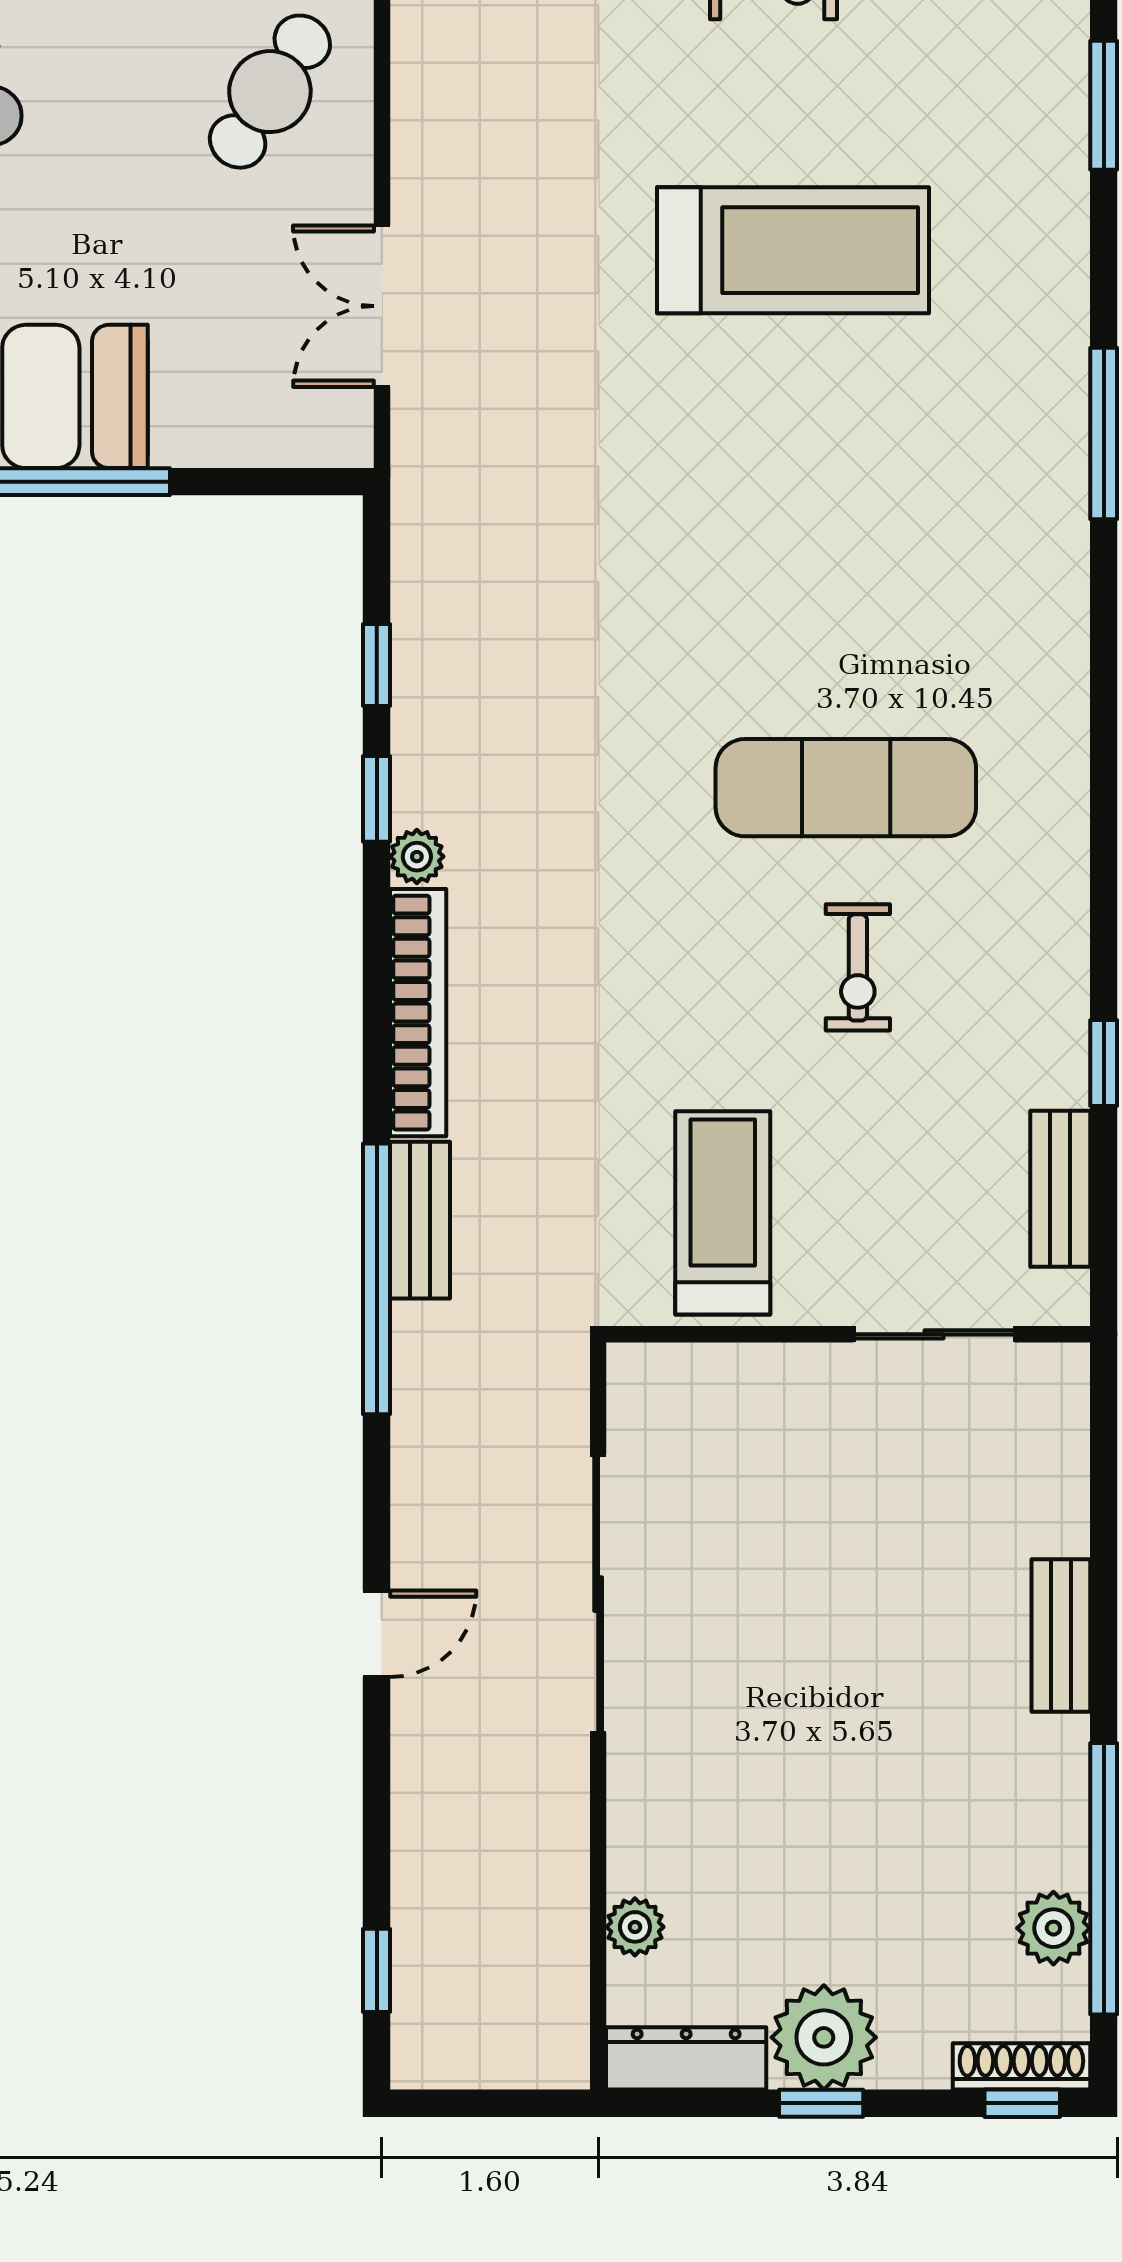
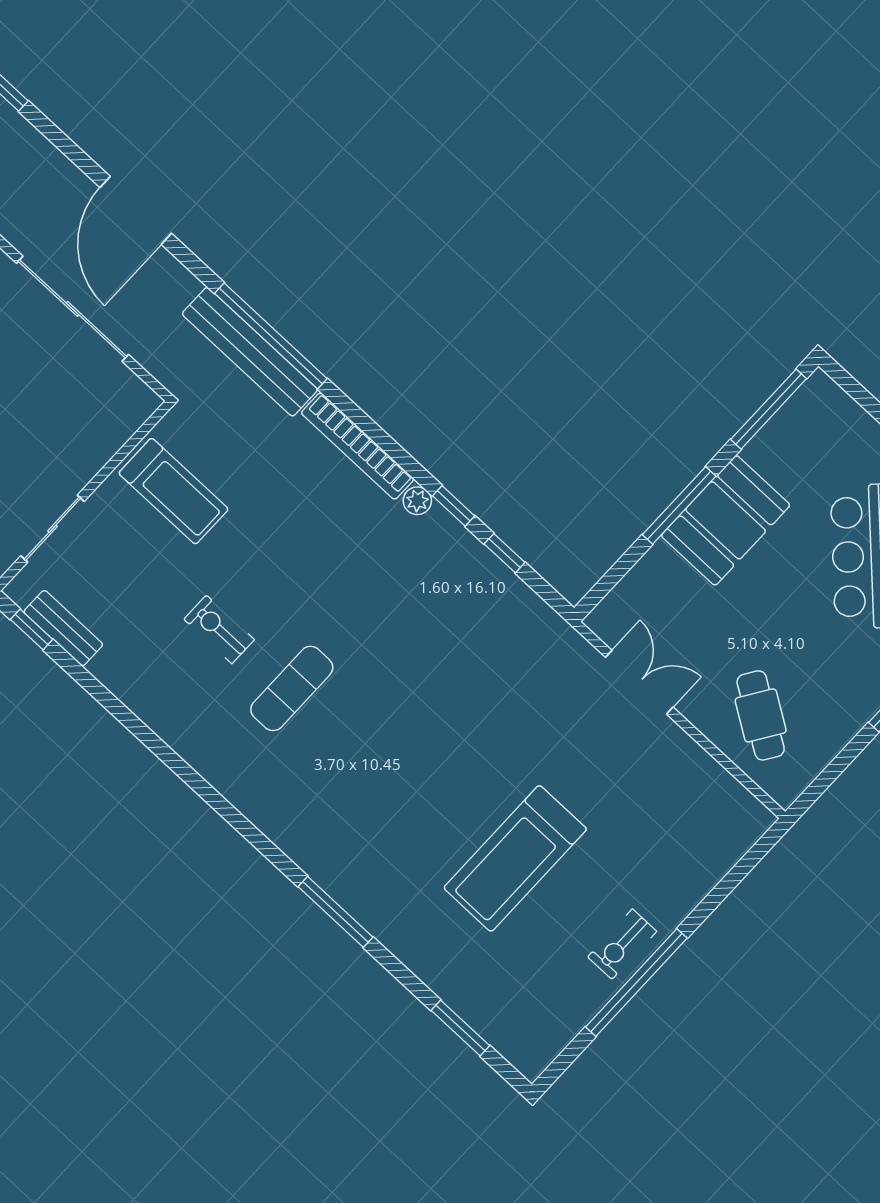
exercise mat: (846, 788) -> (292, 688), width x0.73, depth x0.69
window: (1104, 1063) -> (32, 629), moved
bench: (420, 1220) -> (250, 352), width x1.86, depth x1.21
door: (377, 1634) -> (136, 210), width x1.88

